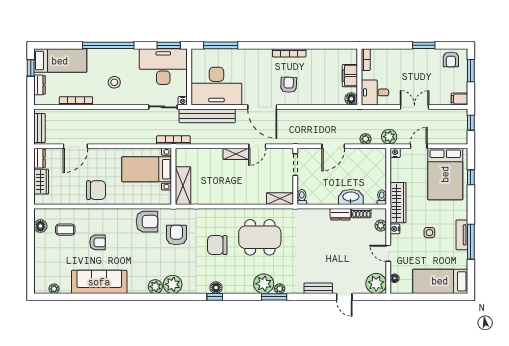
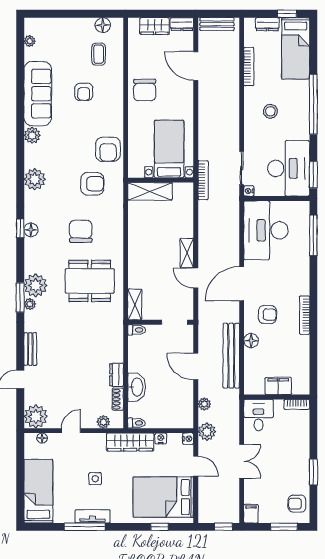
floor lamp: (351, 99) -> (251, 341), moved
bench: (207, 116) -> (231, 356), moved
nightstand: (395, 229) -> (161, 438), moved
dining table: (260, 237) -> (90, 281), turned 90
plant: (155, 287) -> (32, 135), moved

